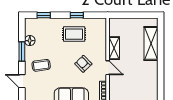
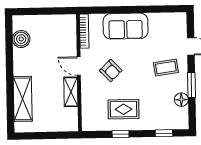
boiler: (151, 89) -> (21, 39), added

